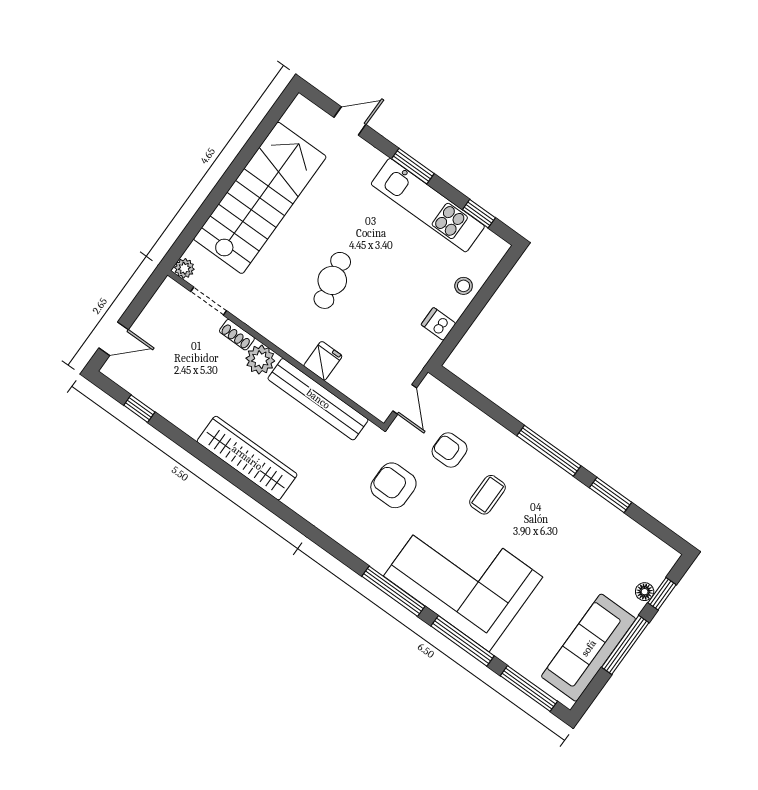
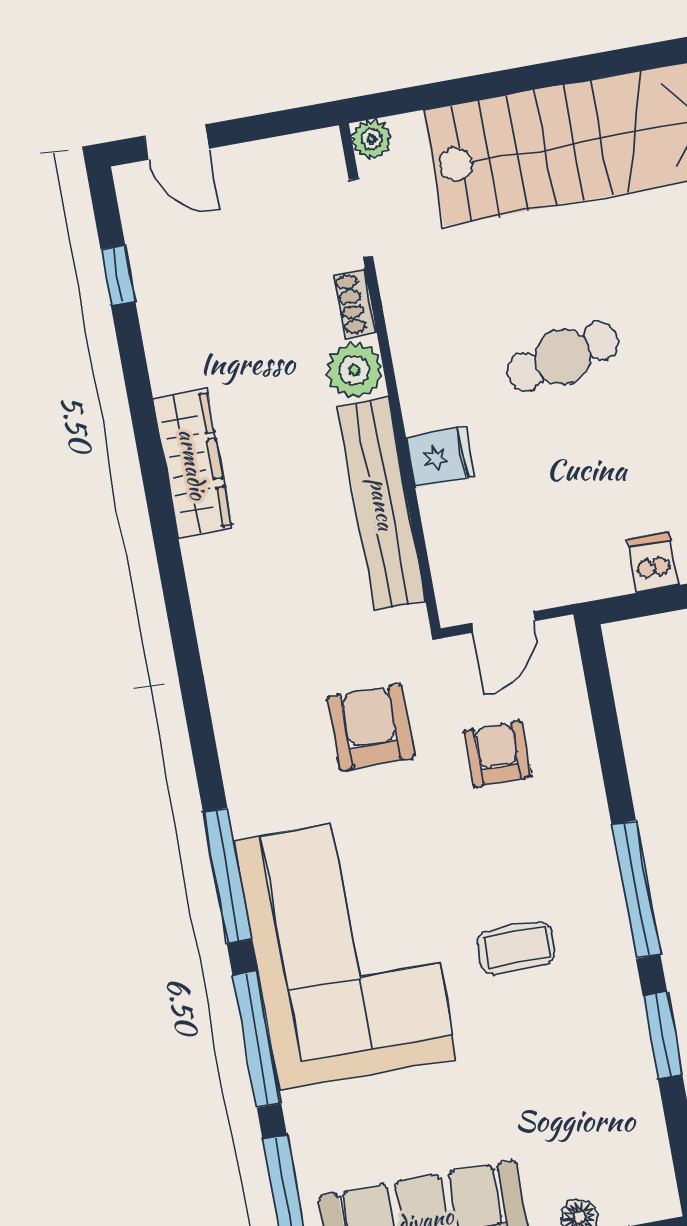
wardrobe: (247, 458) -> (193, 464), width x0.71, depth x0.85
coffee table: (488, 495) -> (516, 948), moved

